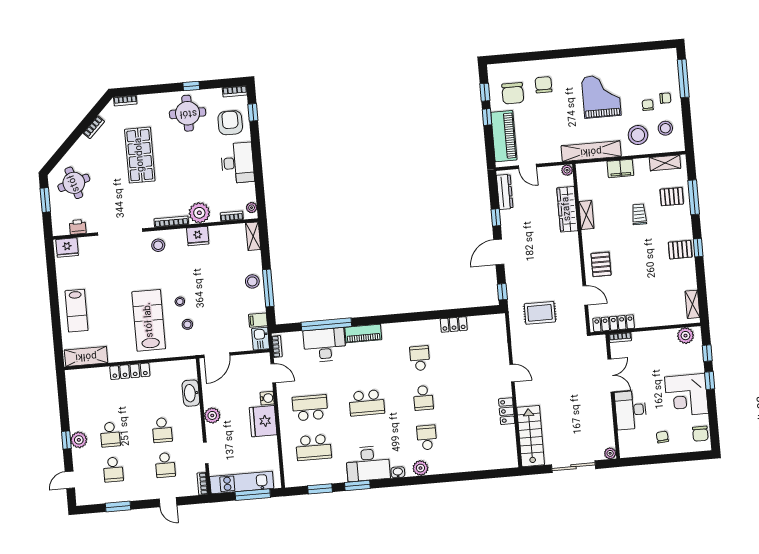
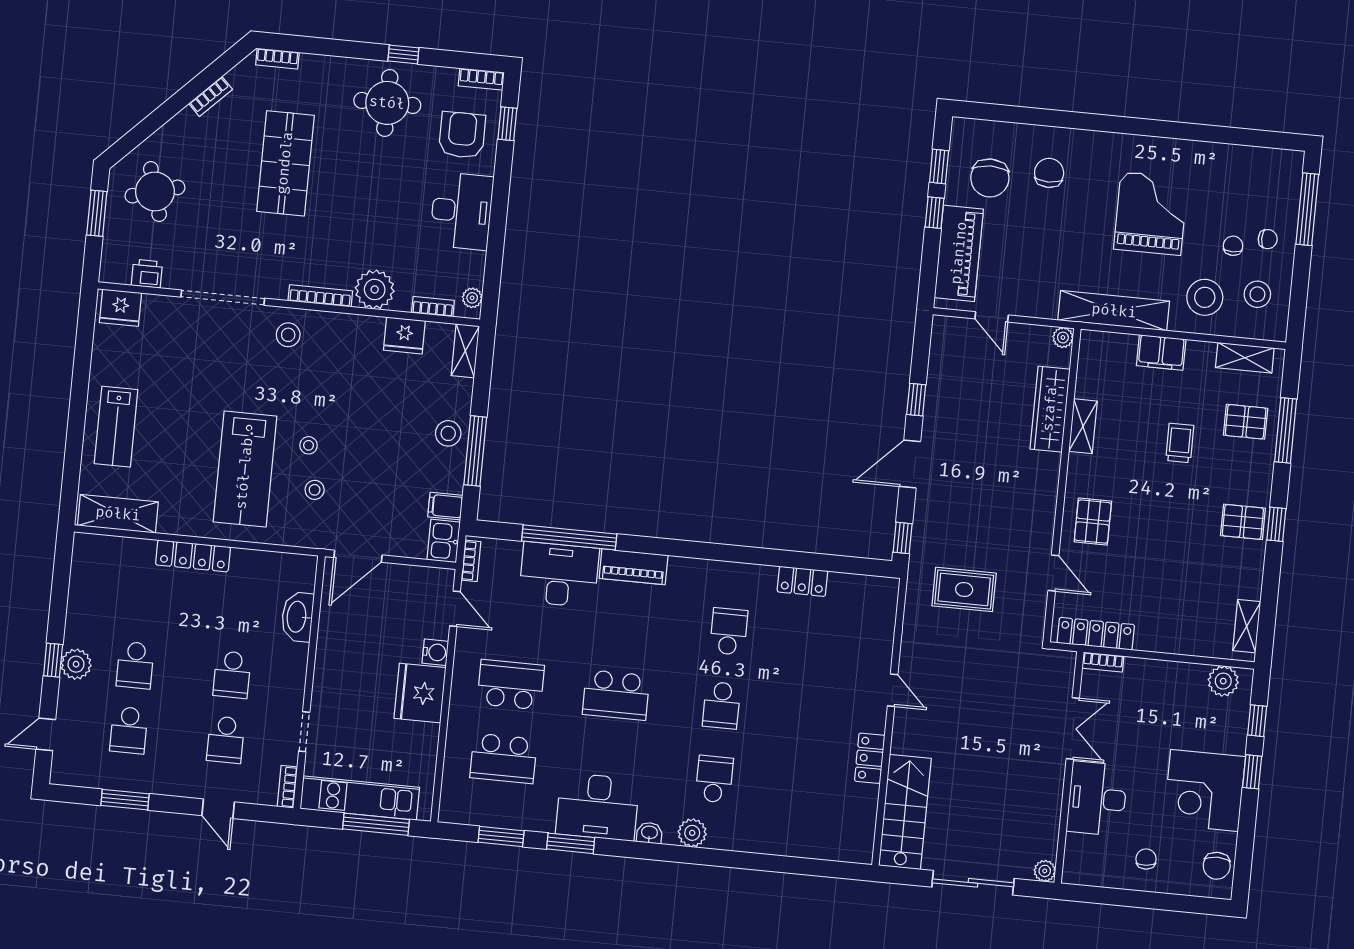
dresser: (505, 192) -> (941, 356), removed
fridge: (198, 236) -> (404, 335), moved
lab bench: (149, 320) -> (245, 469), turned 180
plant: (212, 415) -> (329, 665), removed

